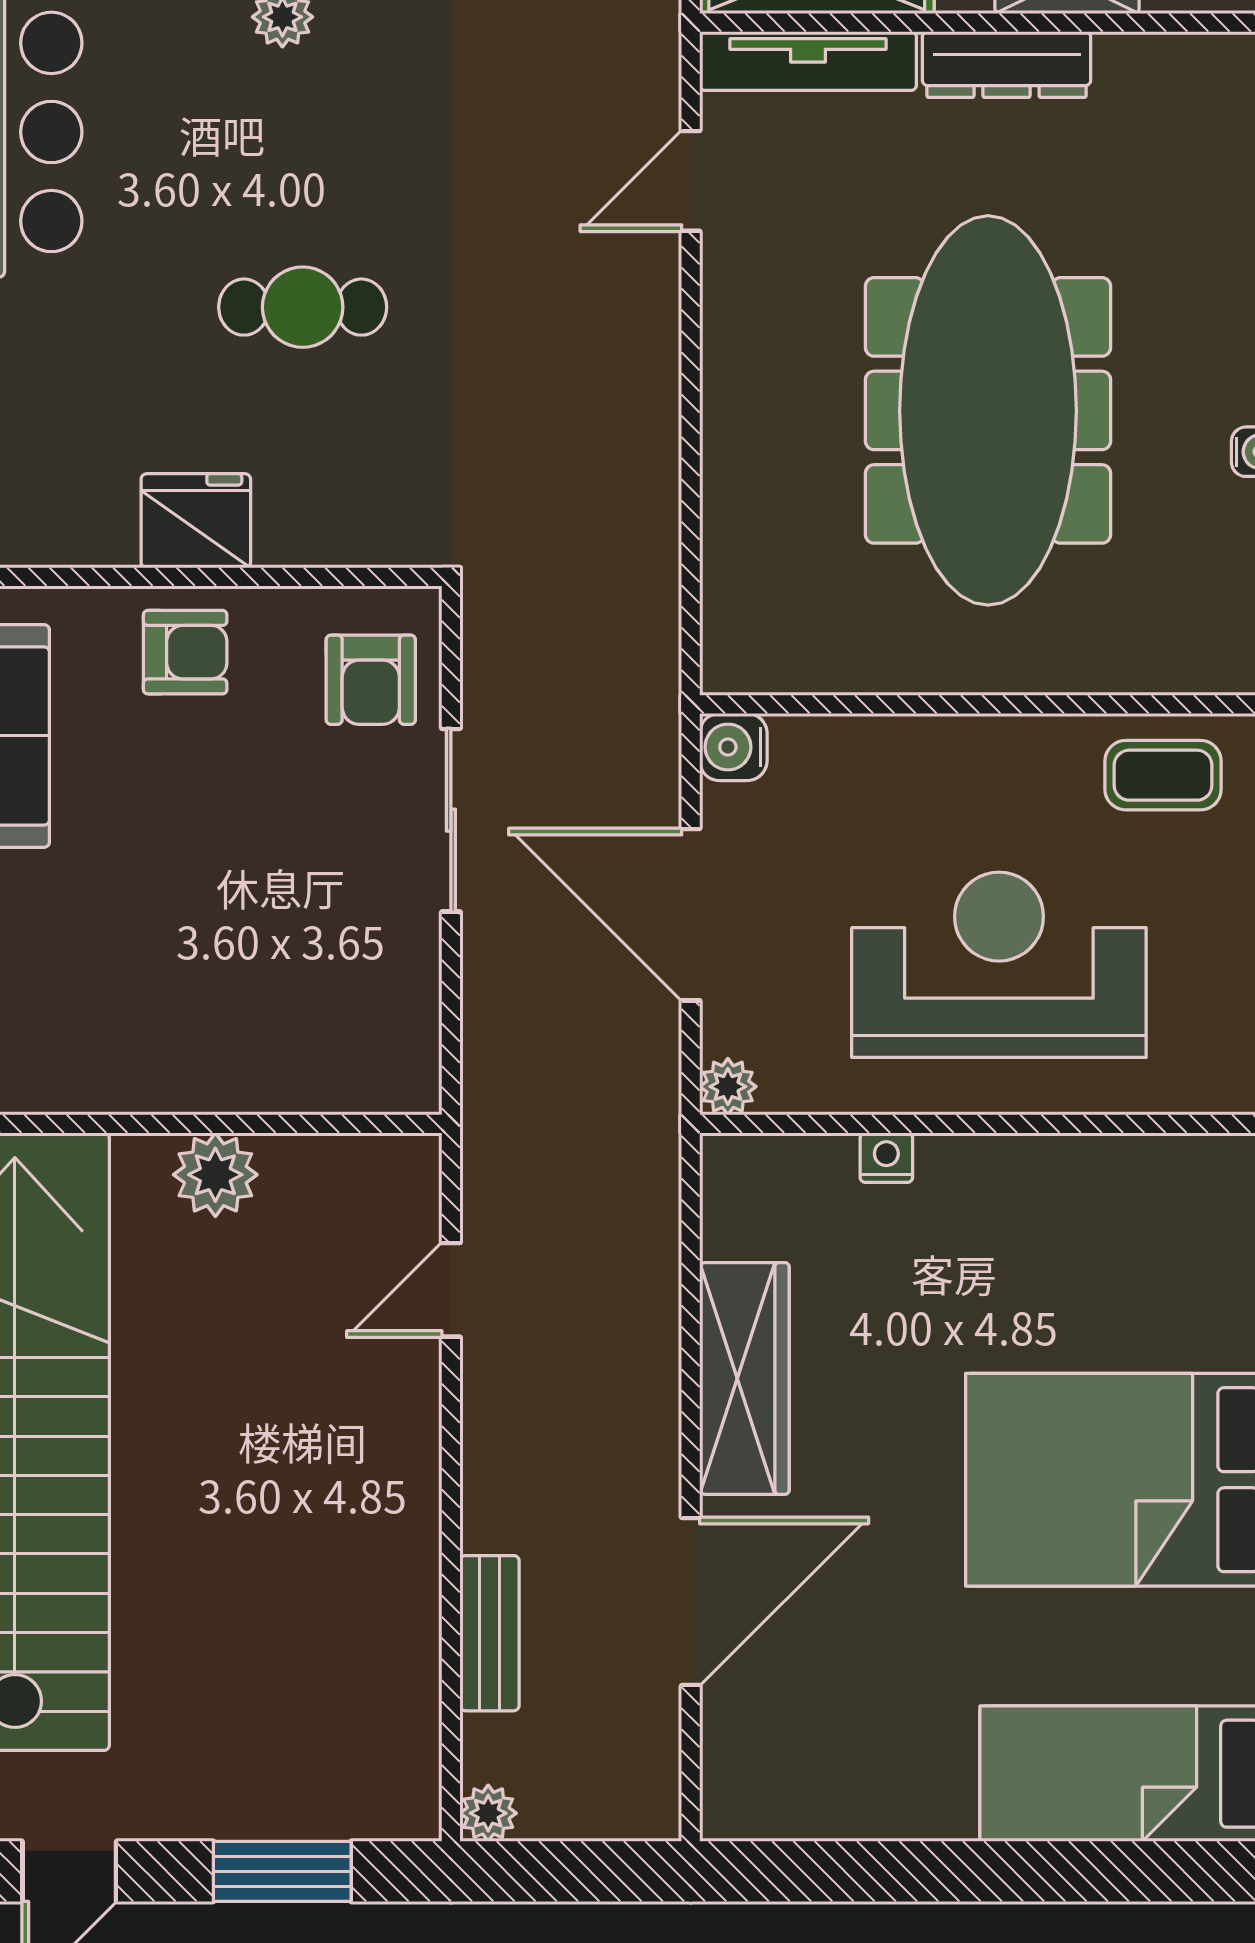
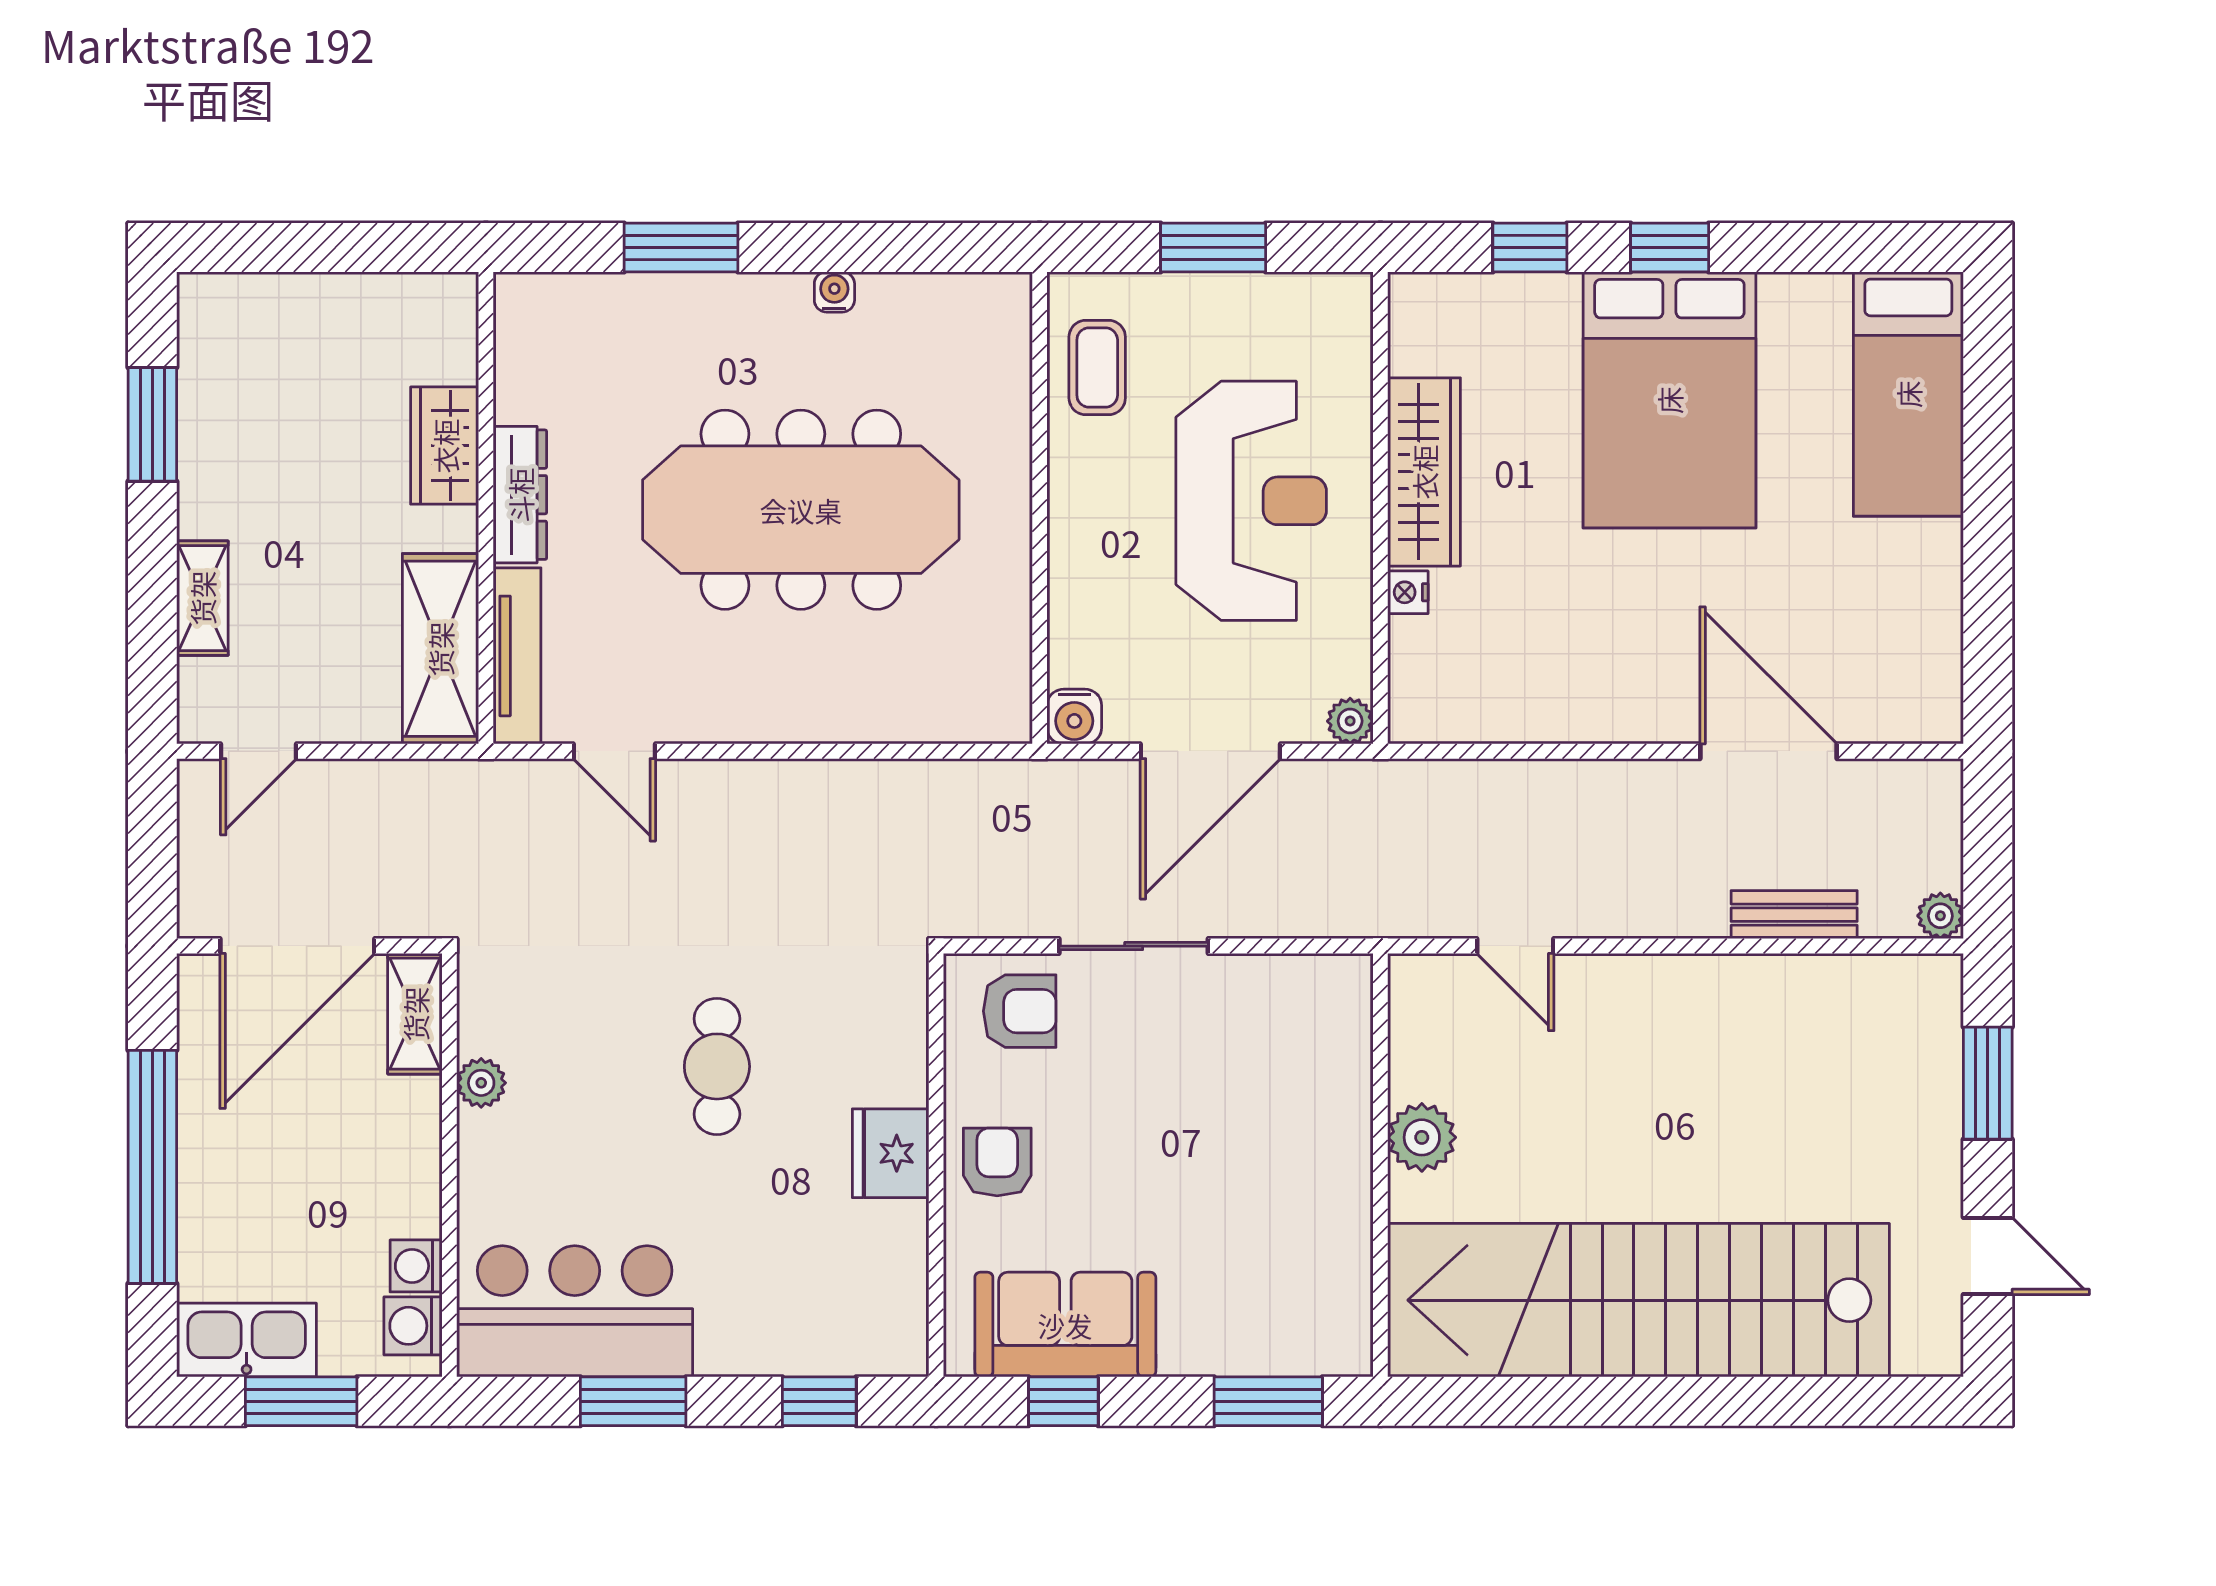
reception desk: (999, 965) -> (1251, 501), turned 180
wardrobe: (744, 1378) -> (1424, 472), moved, turned 90

